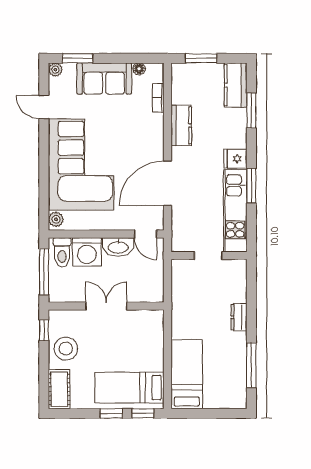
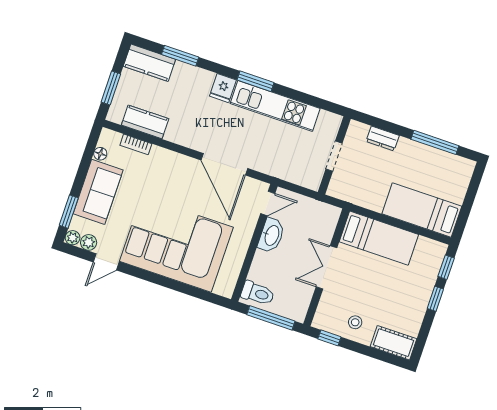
kitchen counter: (181, 125) -> (145, 122), moved
plant: (56, 219) -> (89, 242), moved
washing machine: (87, 252) -> (266, 268), removed
doorway: (208, 256) -> (334, 156), moved
wall: (209, 256) -> (334, 155), moved
stool: (66, 349) -> (355, 322), width x0.53, depth x0.53
bed: (129, 388) -> (379, 238), moved, turned -90

